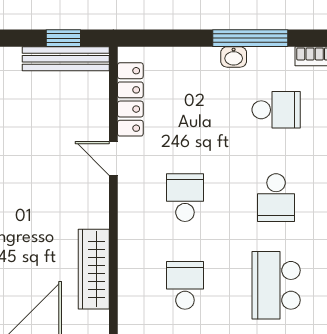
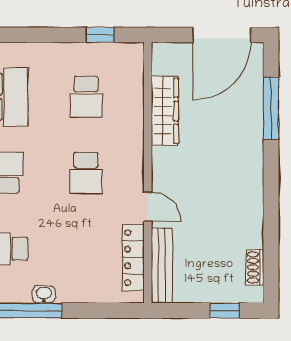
window: (63, 38) -> (225, 311), moved
bench: (66, 59) -> (162, 266), moved, turned 90

